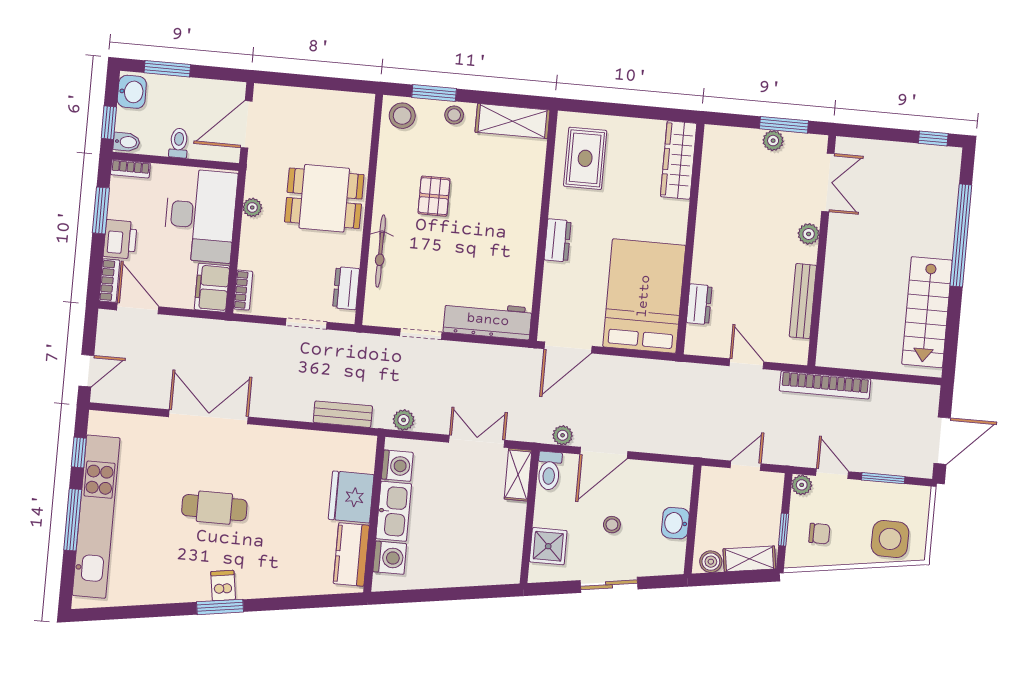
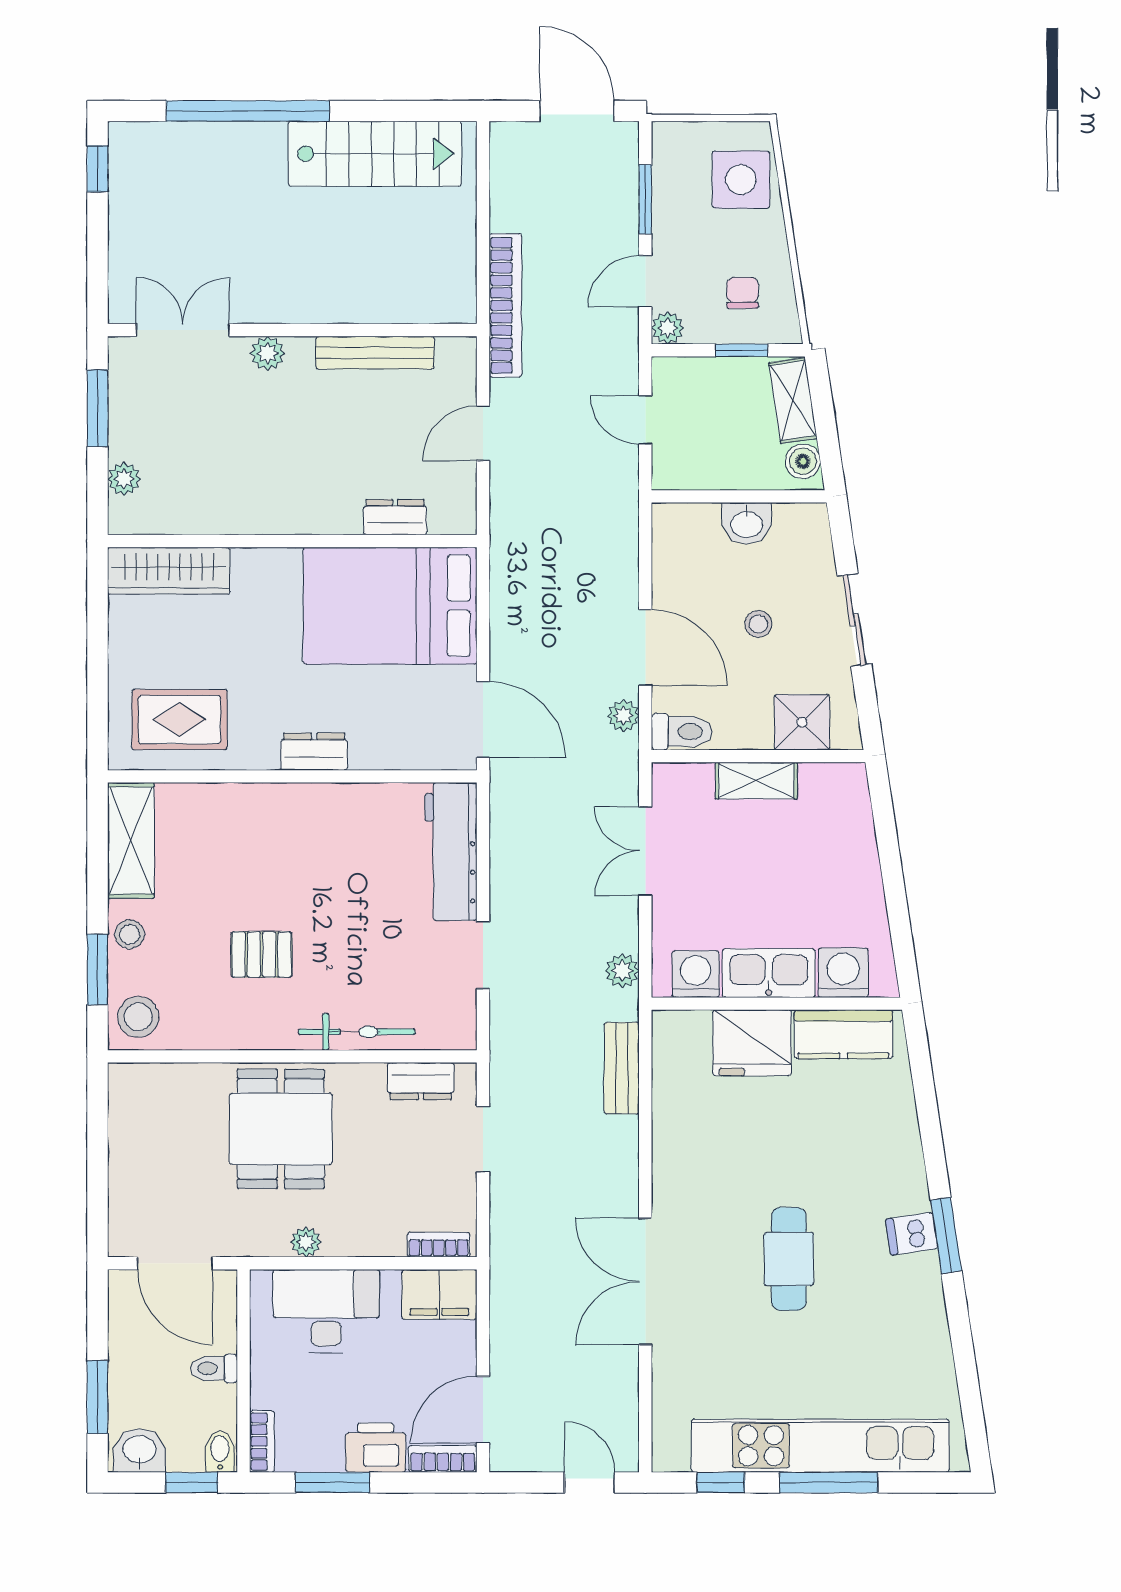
plant: (773, 141) -> (124, 479), moved
desk: (200, 215) -> (326, 1311), width x0.73, depth x0.77
shelving: (518, 475) -> (756, 781), moved

